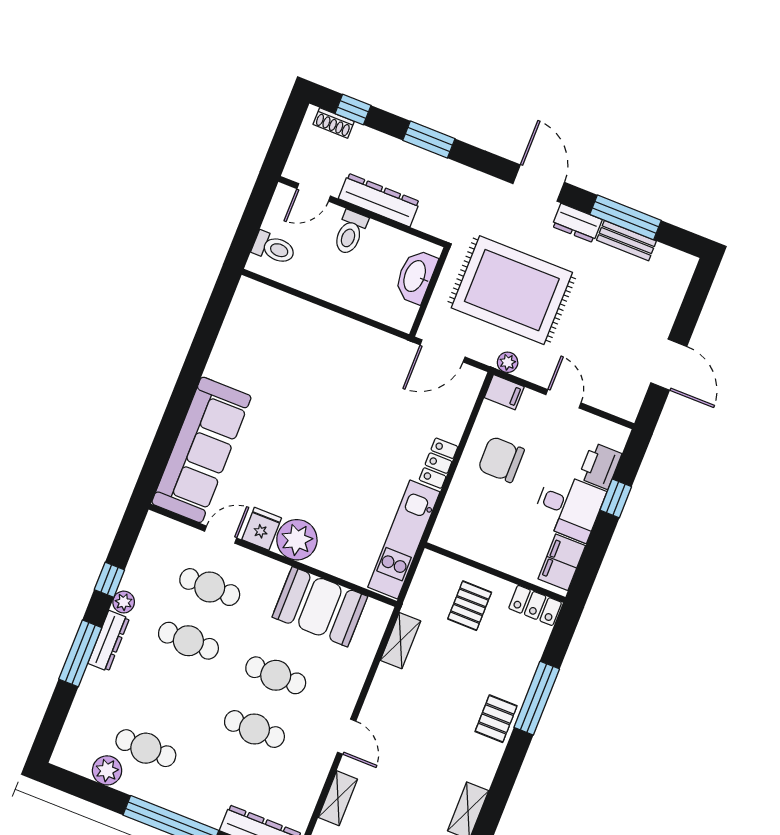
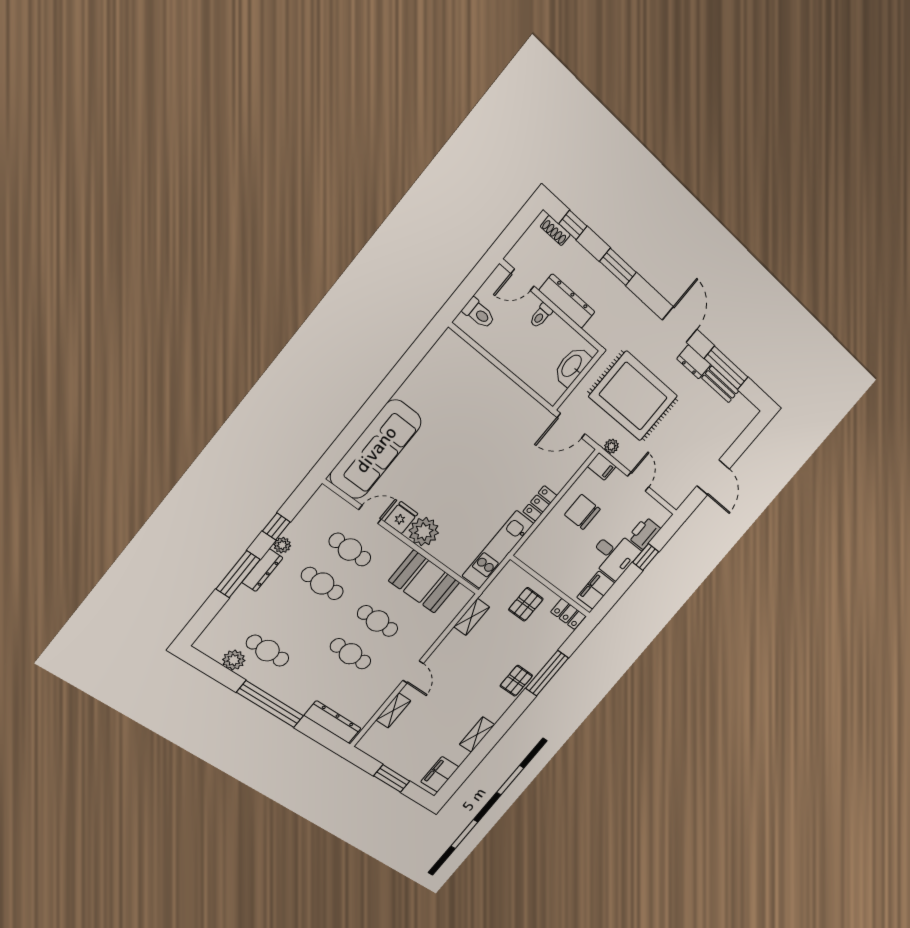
toilet: (350, 233) -> (541, 316), width x0.73, depth x0.72

